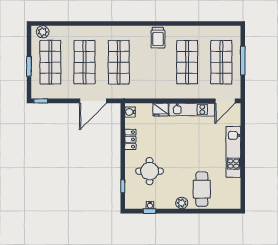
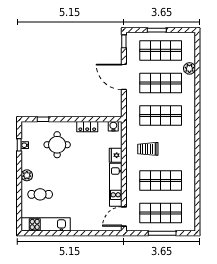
plant: (43, 32) -> (189, 68), moved
trolley: (158, 38) -> (148, 149), moved
door: (93, 101) -> (124, 77), moved
door: (225, 101) -> (124, 216), hinge flipped
kitchen unit: (233, 152) -> (46, 224), moved
cafe table: (202, 189) -> (40, 194), width x0.73, depth x0.74

